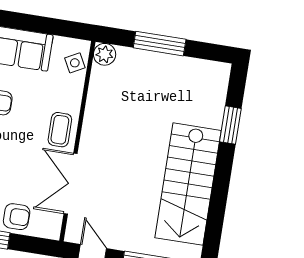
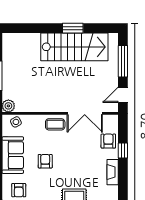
window: (230, 125) -> (73, 28), moved

